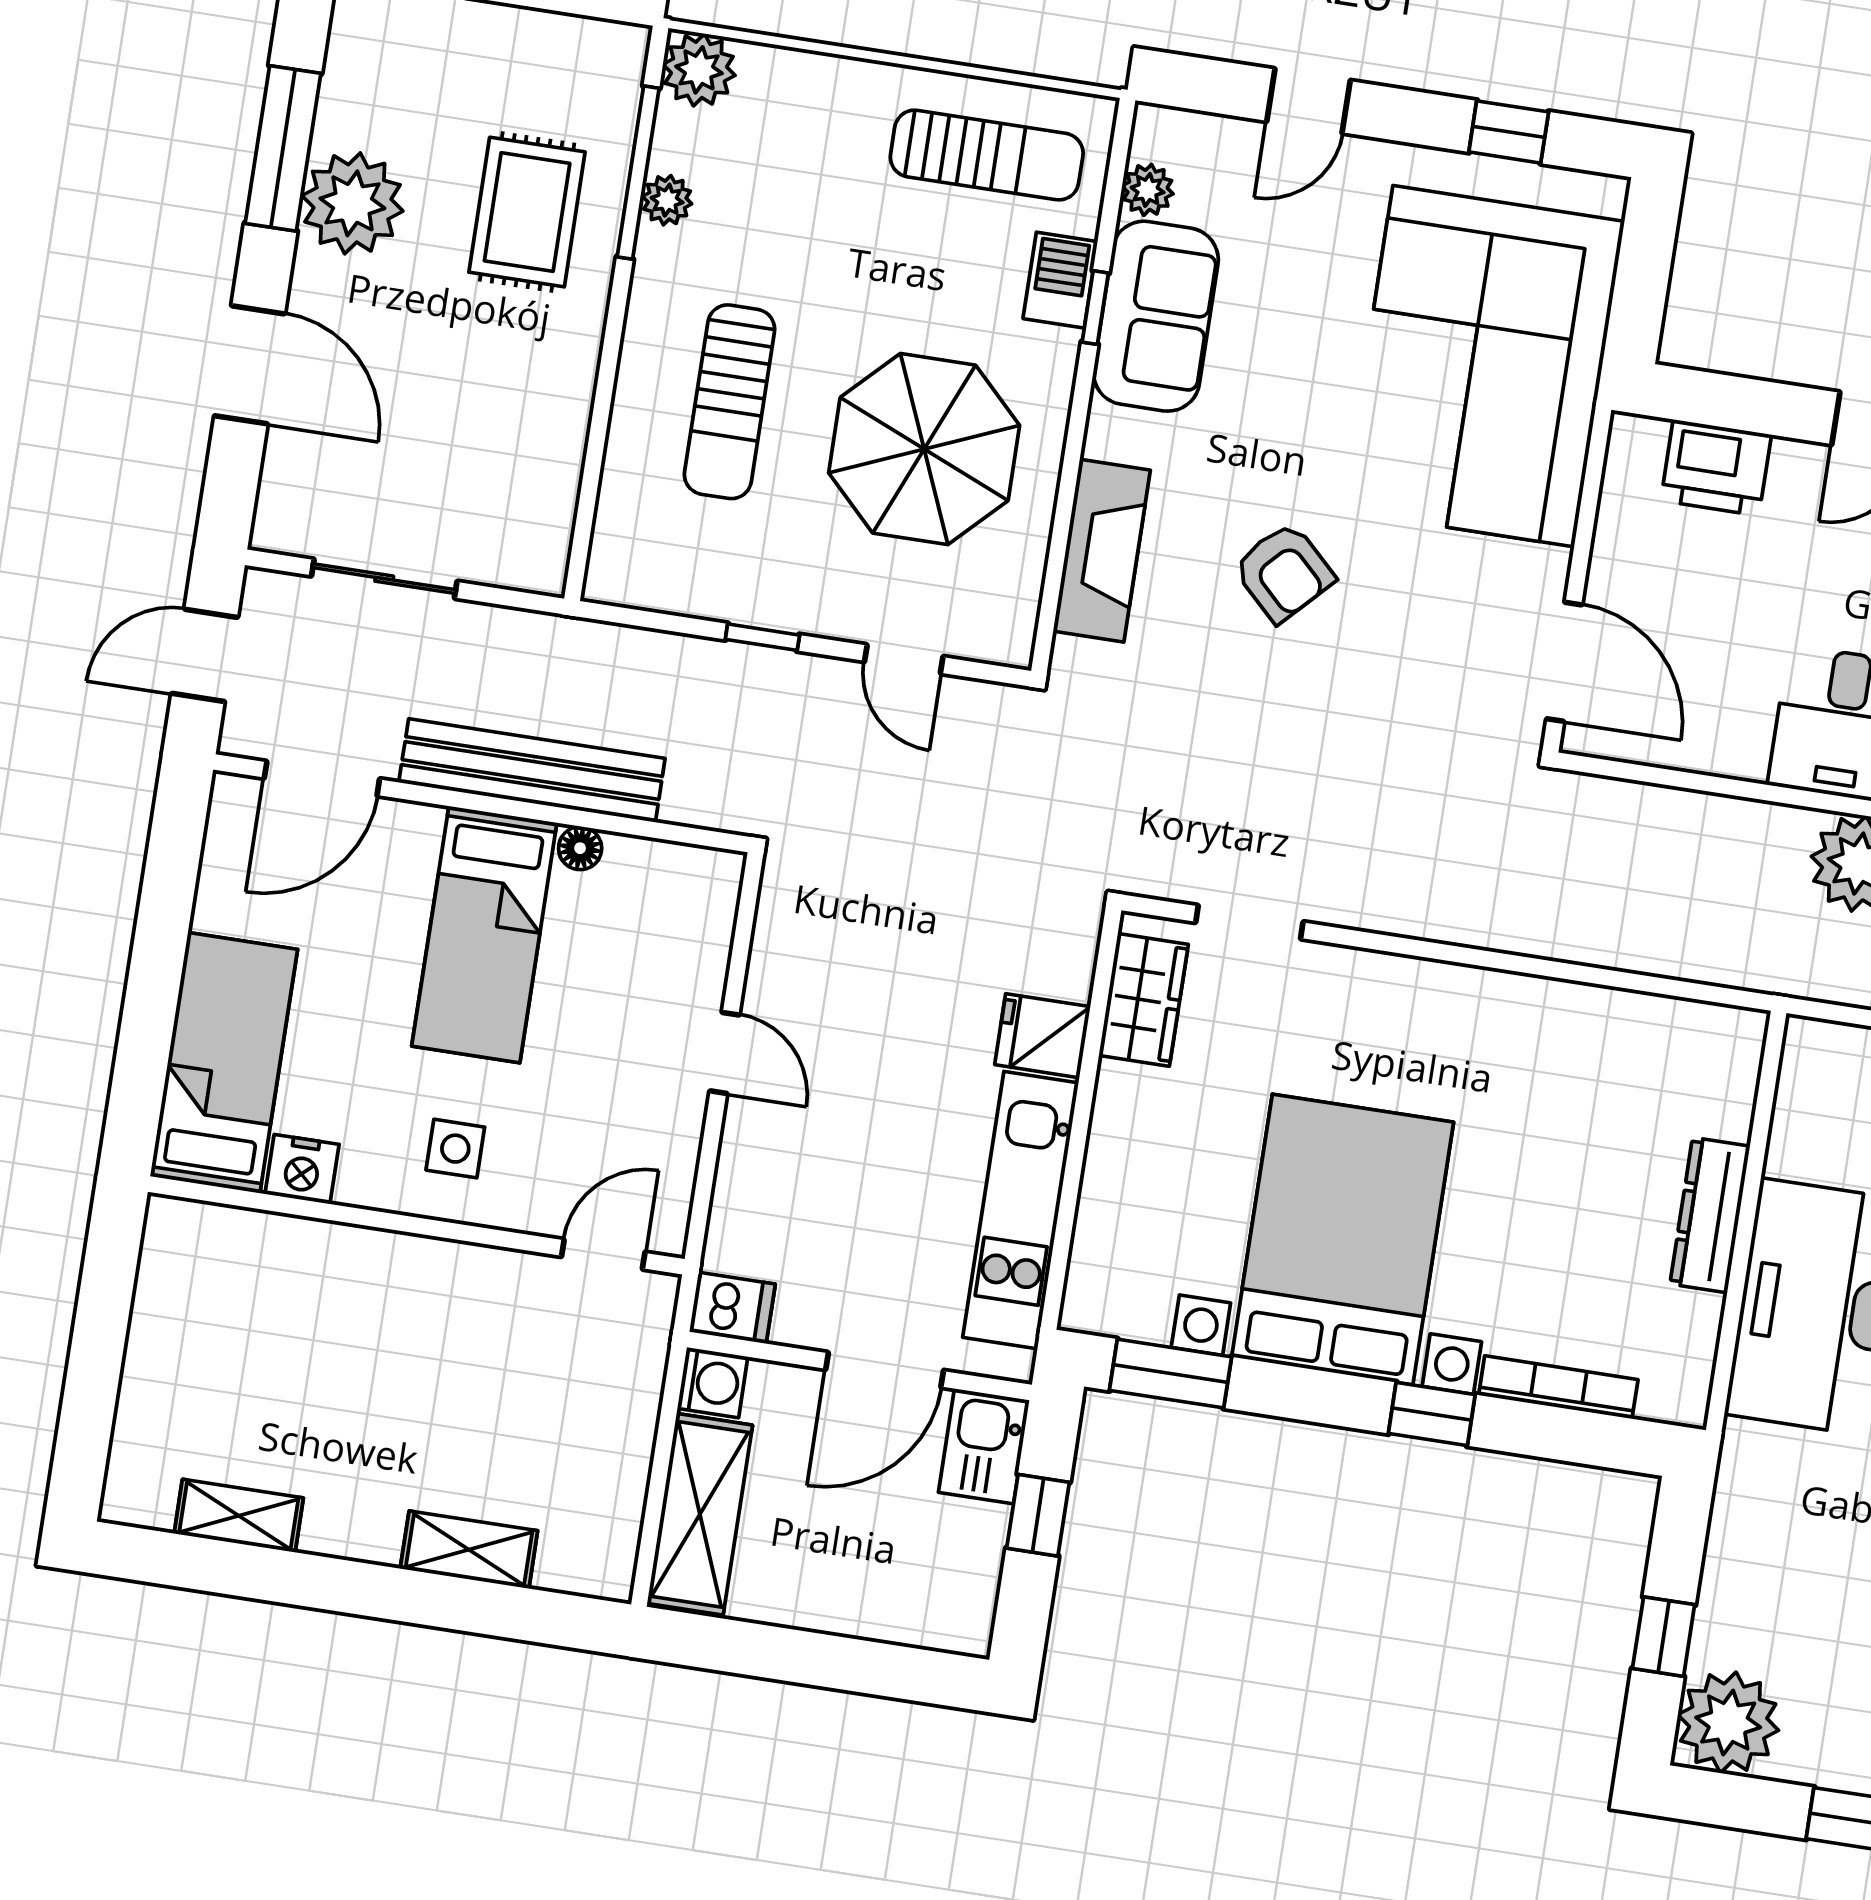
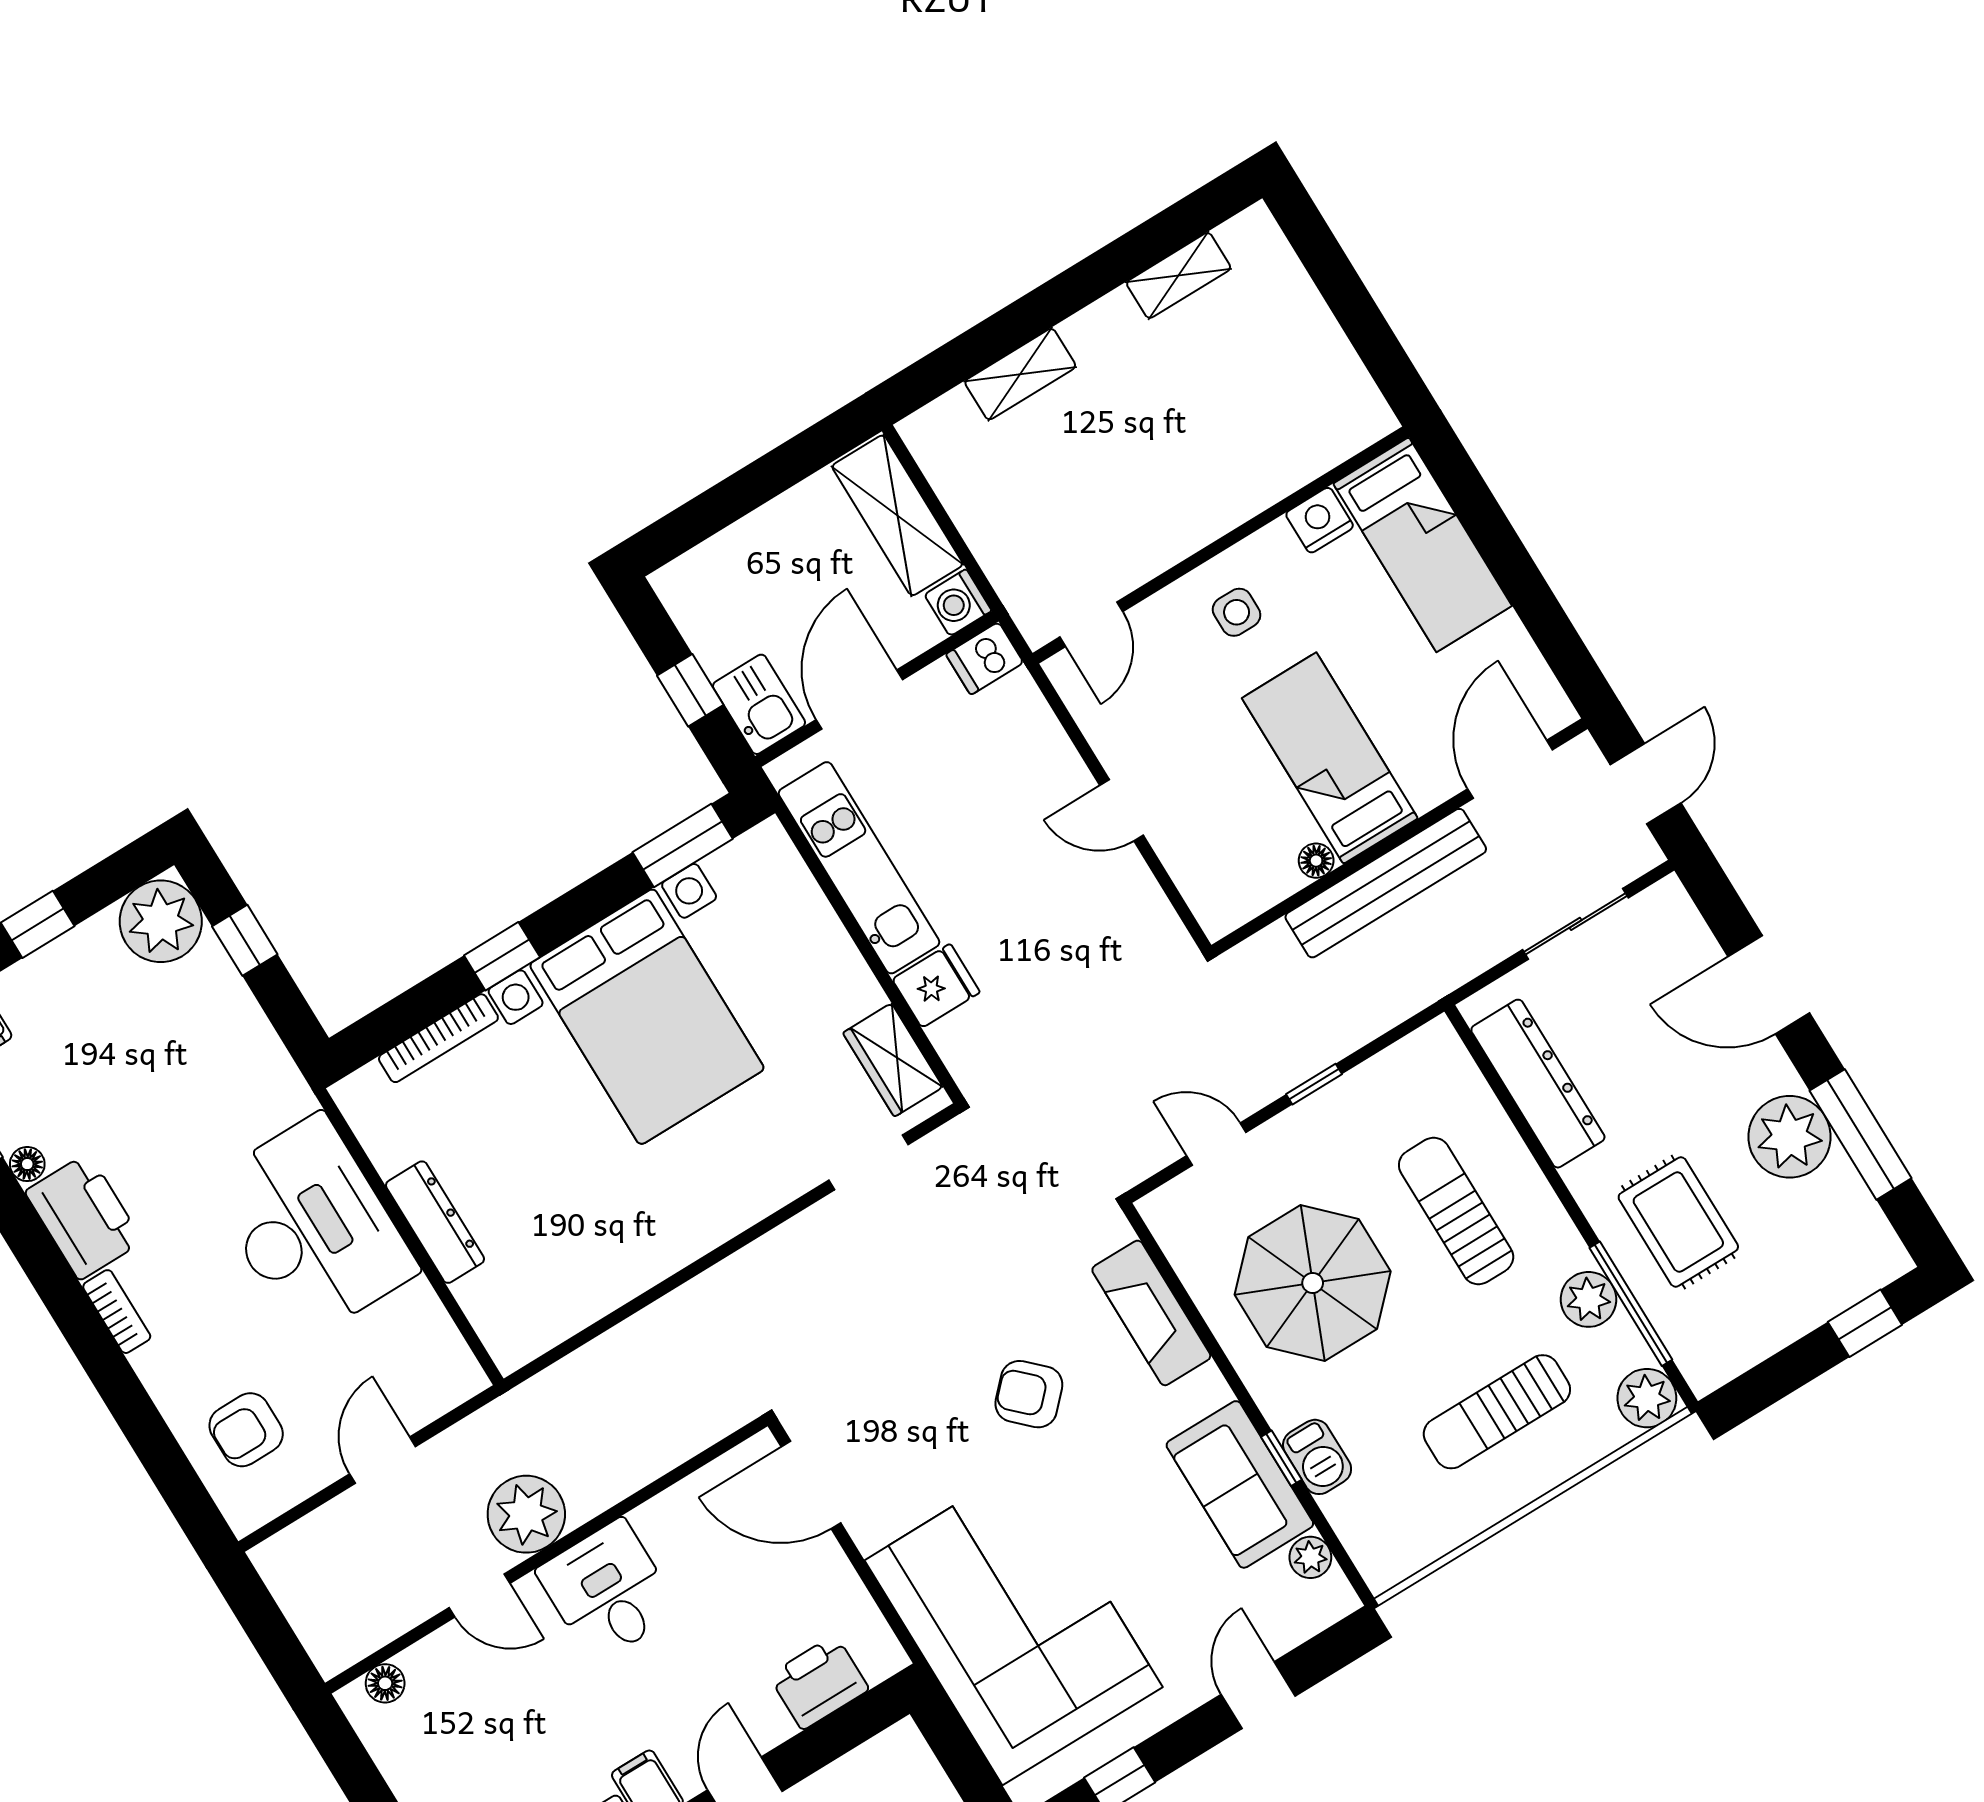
sun lounger: (987, 155) -> (1497, 1412), moved
plant: (667, 200) -> (1588, 1299), width x1.38, depth x1.38
dresser: (549, 457) -> (1538, 1084), added

